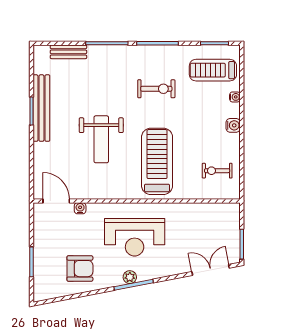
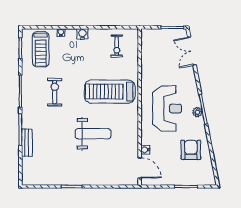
bench: (68, 52) -> (27, 143), moved
bench: (41, 108) -> (69, 179), removed
door: (56, 201) -> (140, 168), swing flipped

